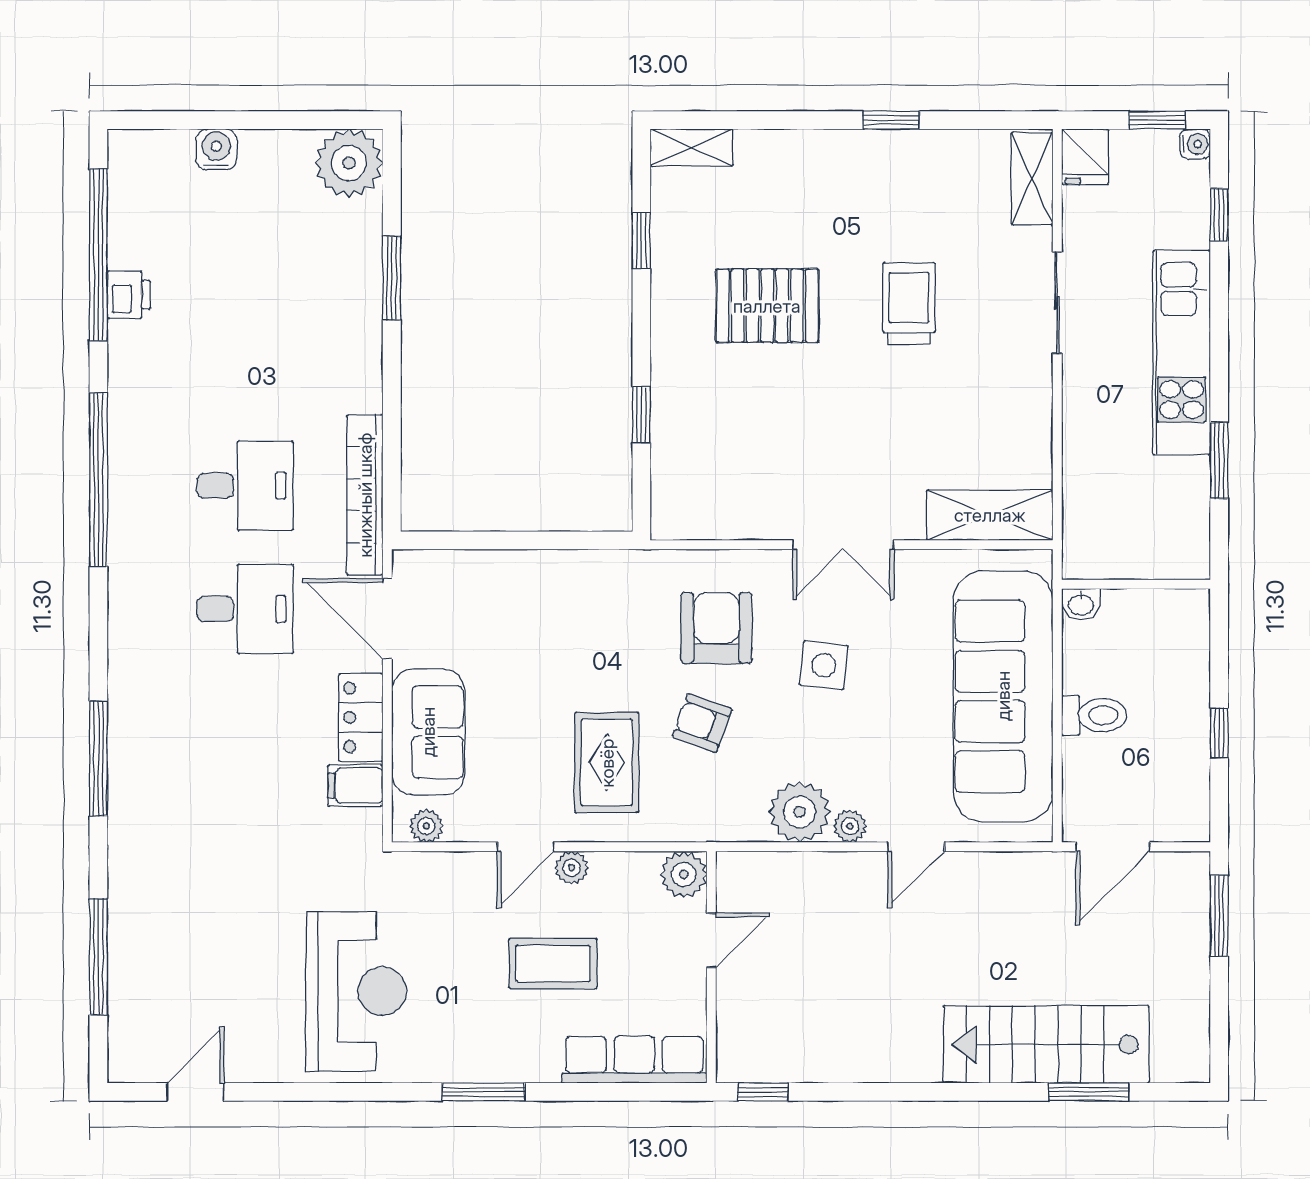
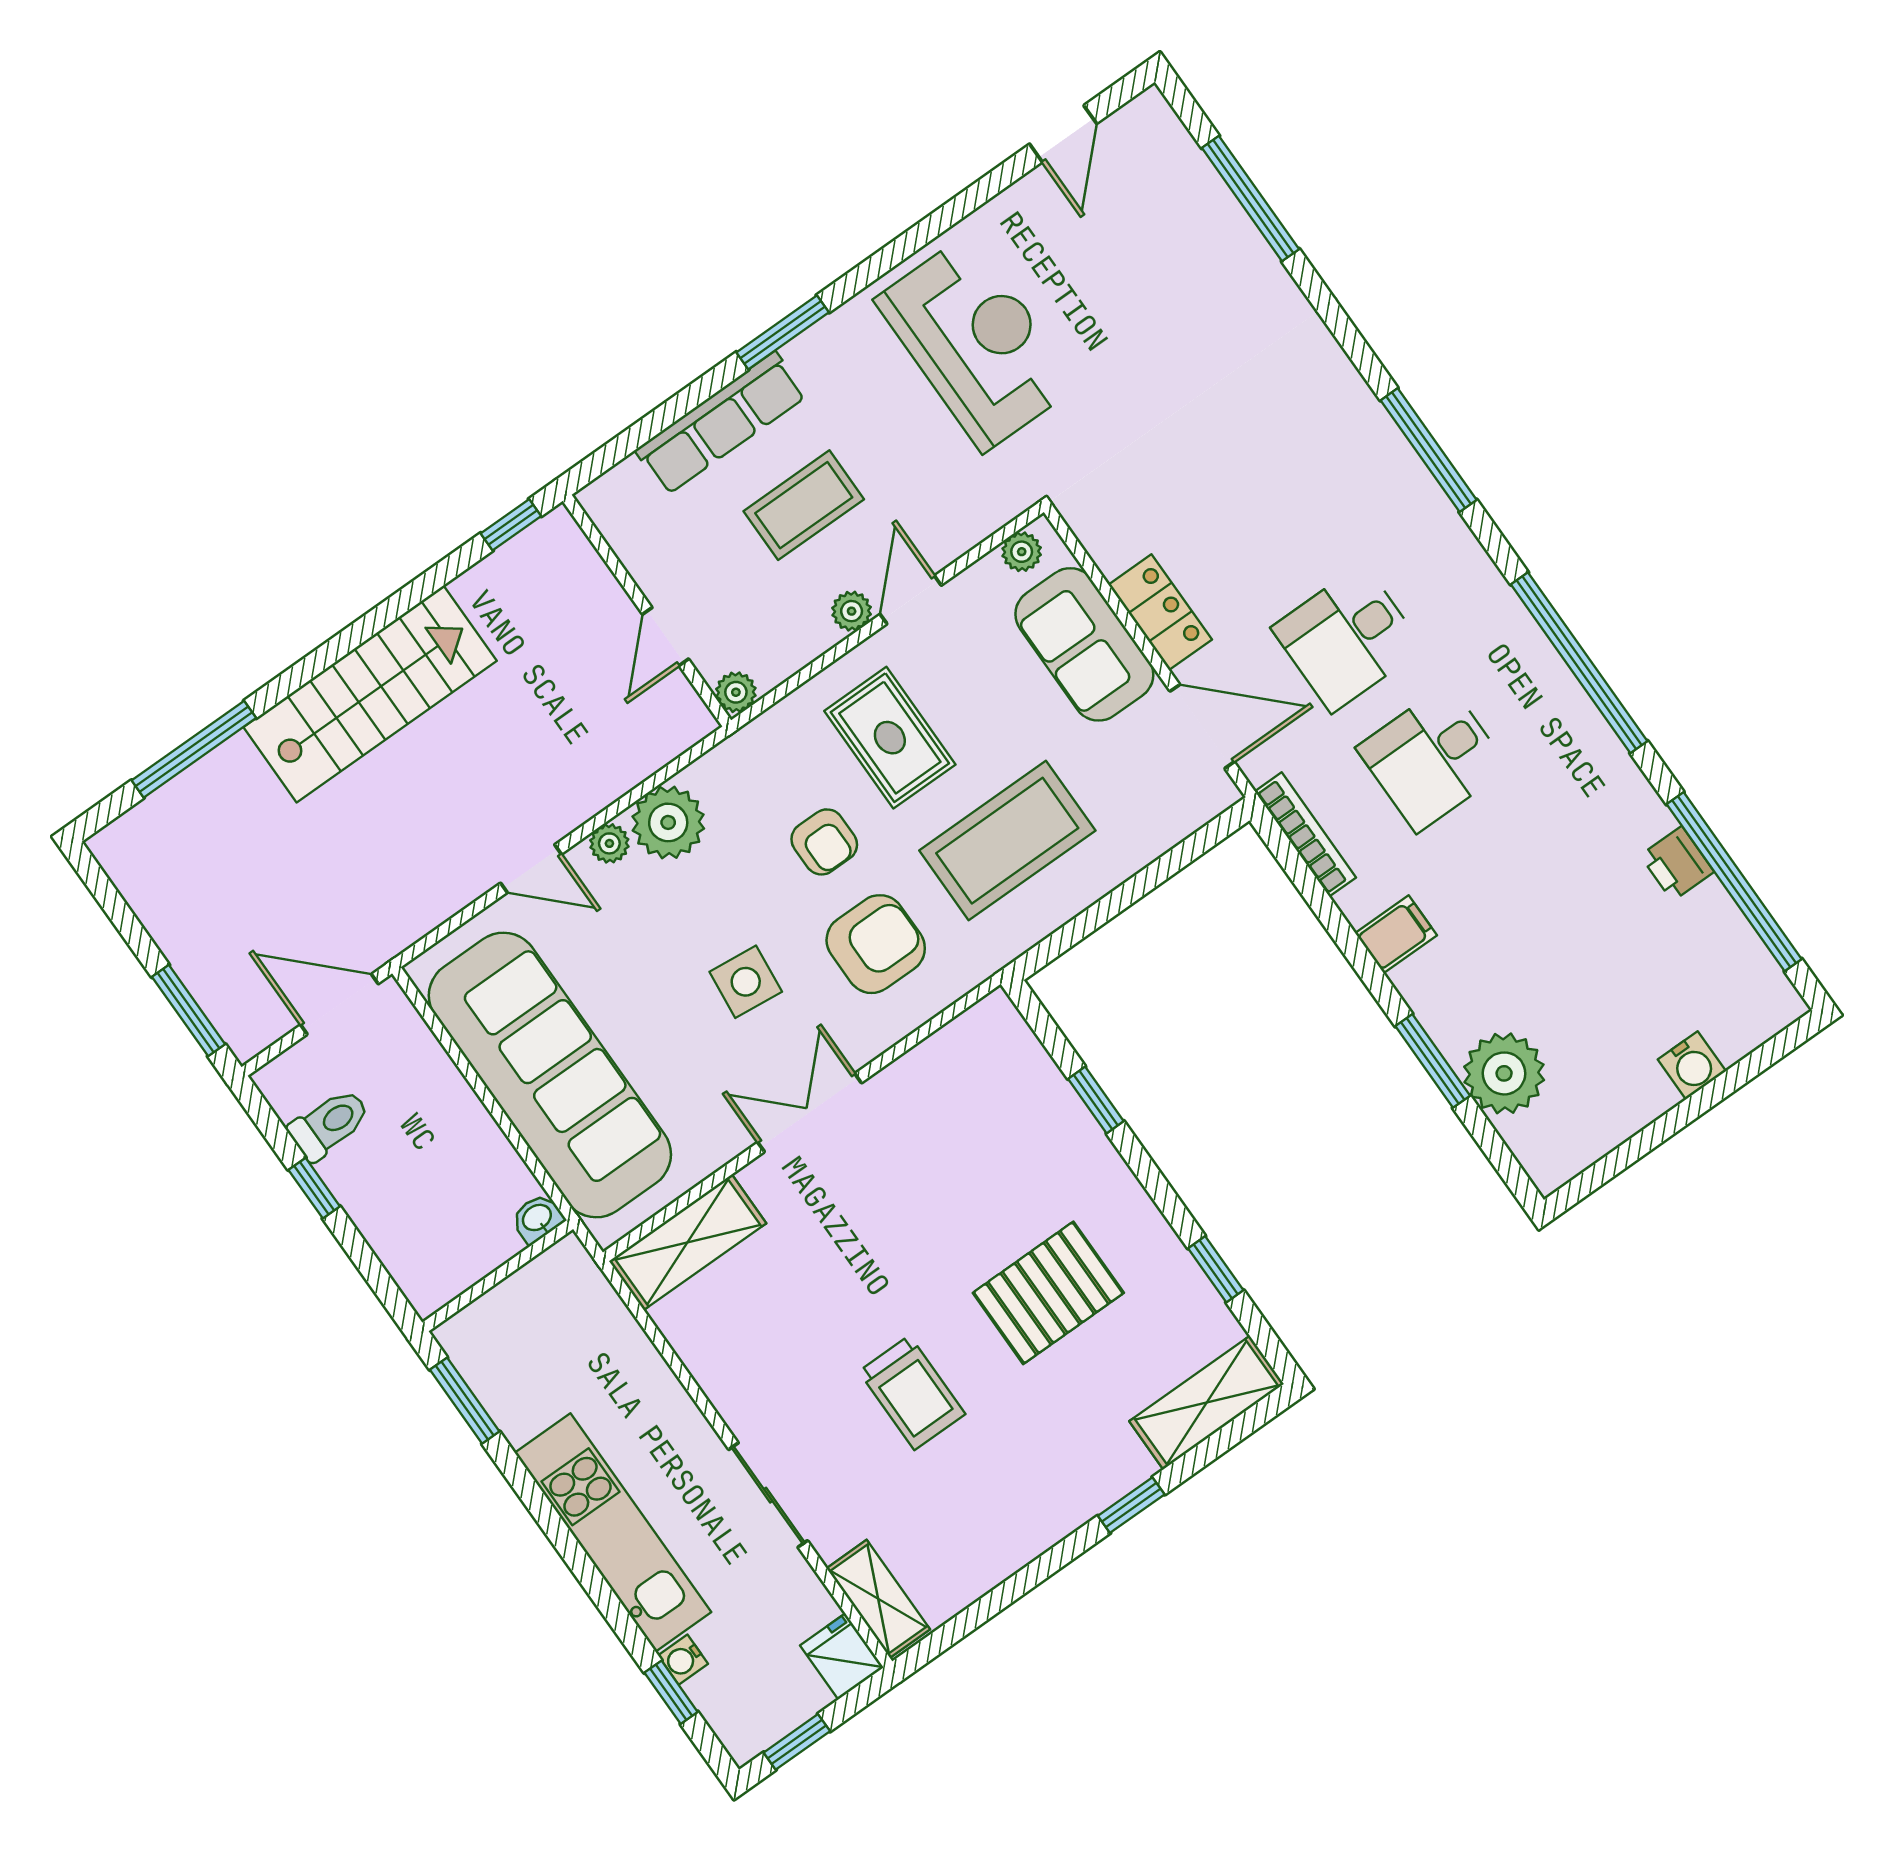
window: (891, 120) -> (1131, 1505), moved
water cooler: (1195, 144) -> (683, 1660), moved
shelving: (691, 147) -> (1207, 1403), width x1.50, depth x1.33
plant: (349, 163) -> (1504, 1073), moved
window: (1219, 460) -> (465, 1401), moved
bookcase: (365, 495) -> (1305, 834), width x0.68, depth x0.76
armchair: (716, 628) -> (876, 944), turned -90
coffee table: (576, 635) -> (1007, 841), added
toilet: (1094, 715) -> (329, 1124), moved, turned 180
armchair: (702, 723) -> (824, 842), turned 70
window: (98, 758) -> (1429, 450), moved
filing cabinet: (355, 786) -> (1396, 934), moved
door: (916, 847) -> (531, 869), swing flipped
door: (1113, 847) -> (339, 1004), hinge flipped
plant: (684, 875) -> (736, 692), width x0.73, depth x0.73
reception desk: (356, 991) -> (976, 343), turned 180
stairs: (1046, 1044) -> (370, 694), moved
row of seats: (634, 1060) -> (721, 423), moved
window: (1089, 1092) -> (194, 749), width x1.44

